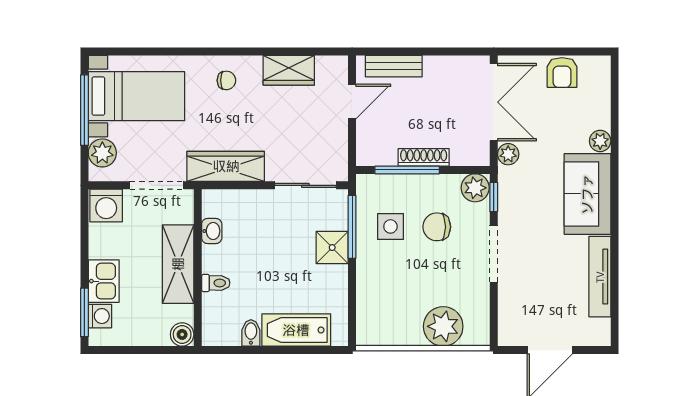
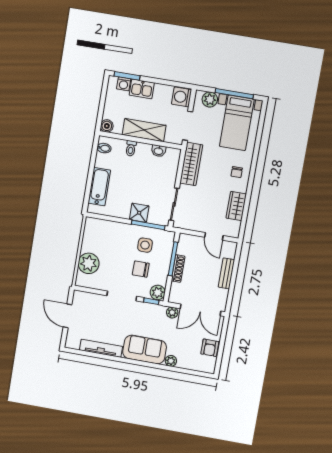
bench: (394, 66) -> (226, 273), moved
armchair: (562, 73) -> (210, 348), turned -90
chair: (437, 227) -> (141, 269), turned -90
bidet: (251, 333) -> (104, 148), moved

